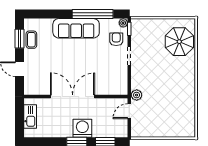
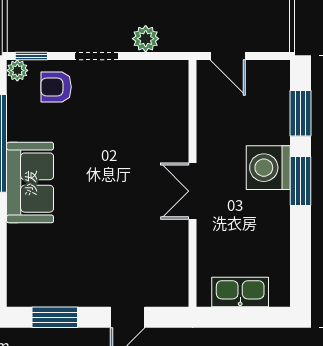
sofa: (76, 28) -> (30, 183), width x0.73
coffee table: (31, 40) -> (57, 289), removed
plant: (137, 95) -> (146, 39), moved
double door: (73, 97) -> (193, 191), width x0.54

